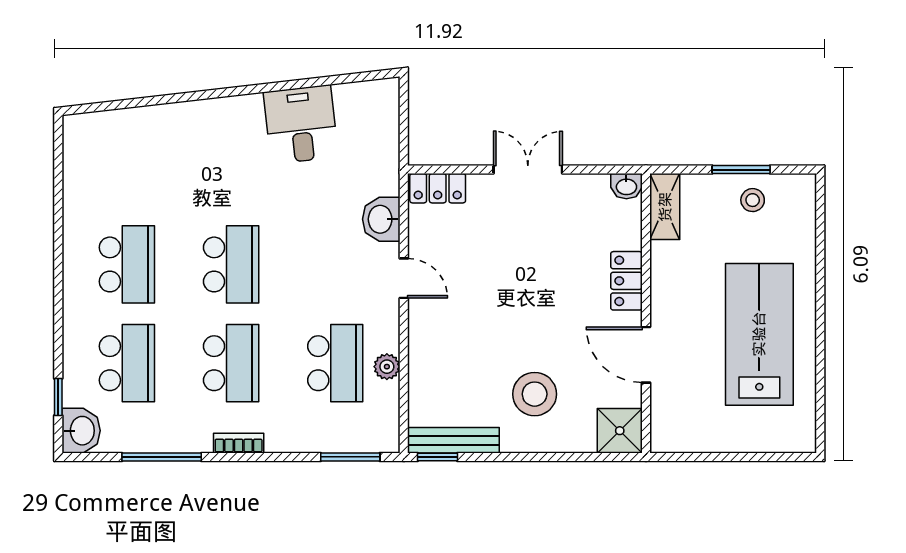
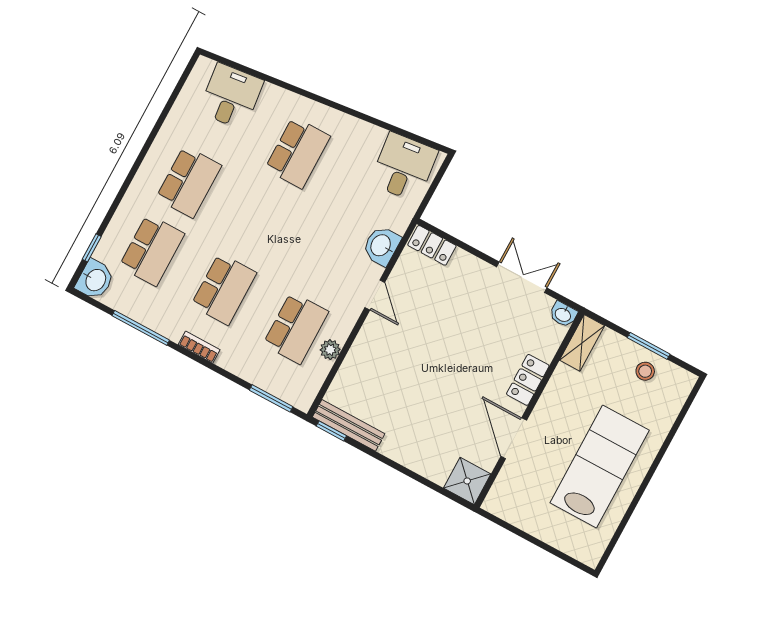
desk: (301, 124) -> (404, 167), moved
desk: (122, 143) -> (231, 96), added
double door: (528, 170) -> (522, 277), moved
school desk: (231, 264) -> (298, 153), moved
stool: (535, 394) -> (422, 424), removed

